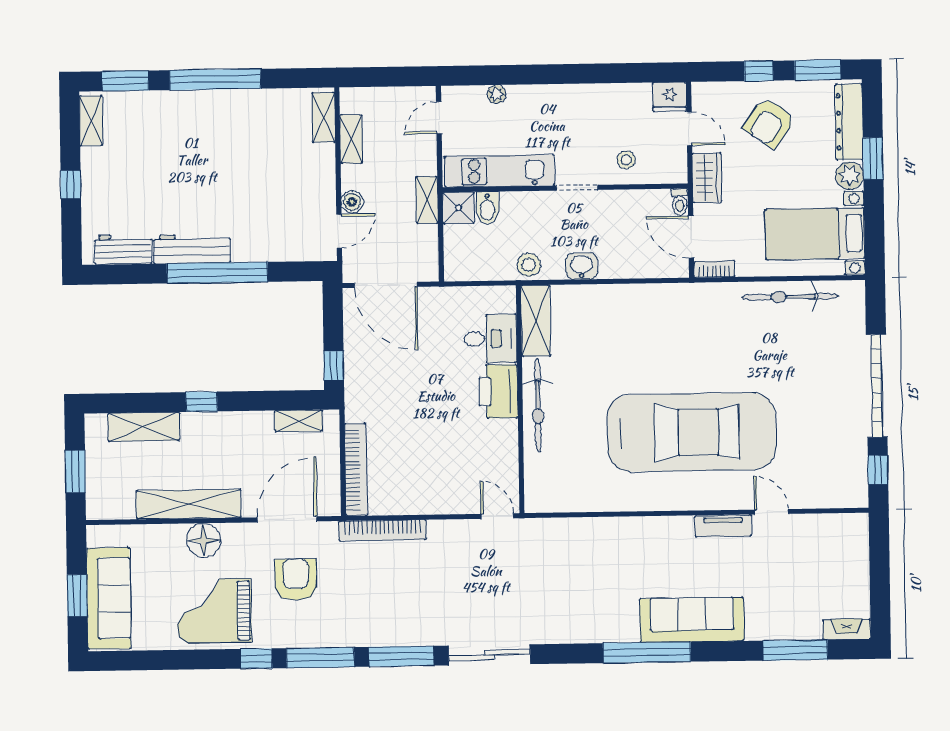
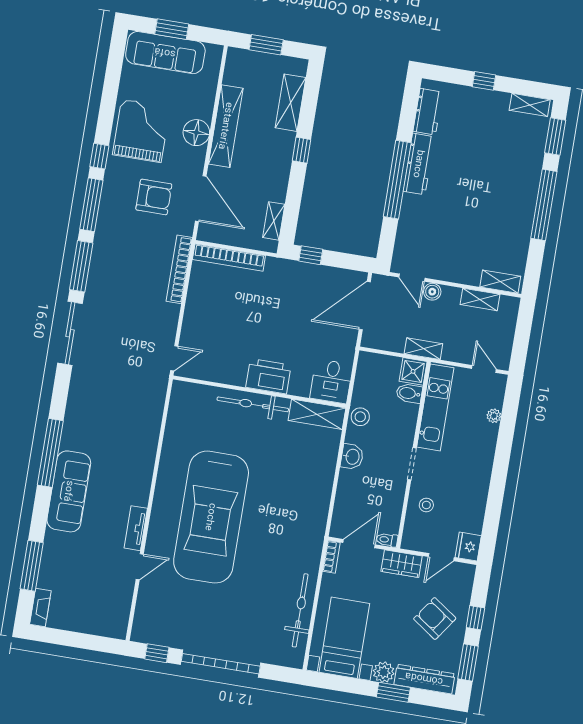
desk: (490, 339) -> (331, 381), moved

